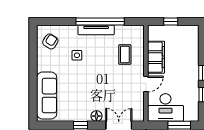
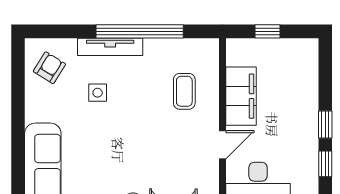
tv unit: (96, 30) -> (110, 47), moved

